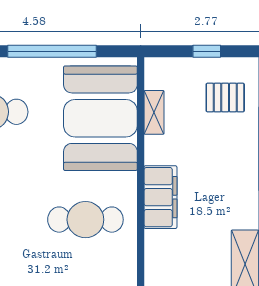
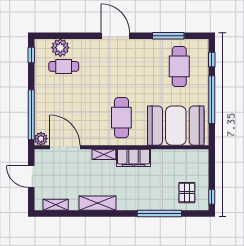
window: (207, 51) -> (212, 197), moved
shelving: (154, 112) -> (104, 154), moved

